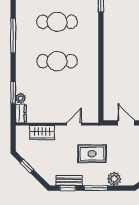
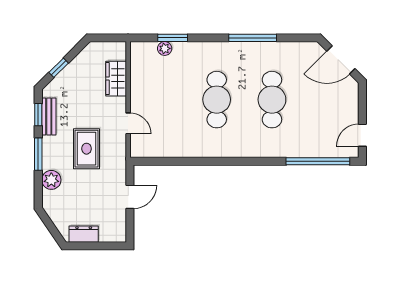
dresser: (21, 114) -> (143, 49), removed
window: (27, 166) -> (59, 68), moved

